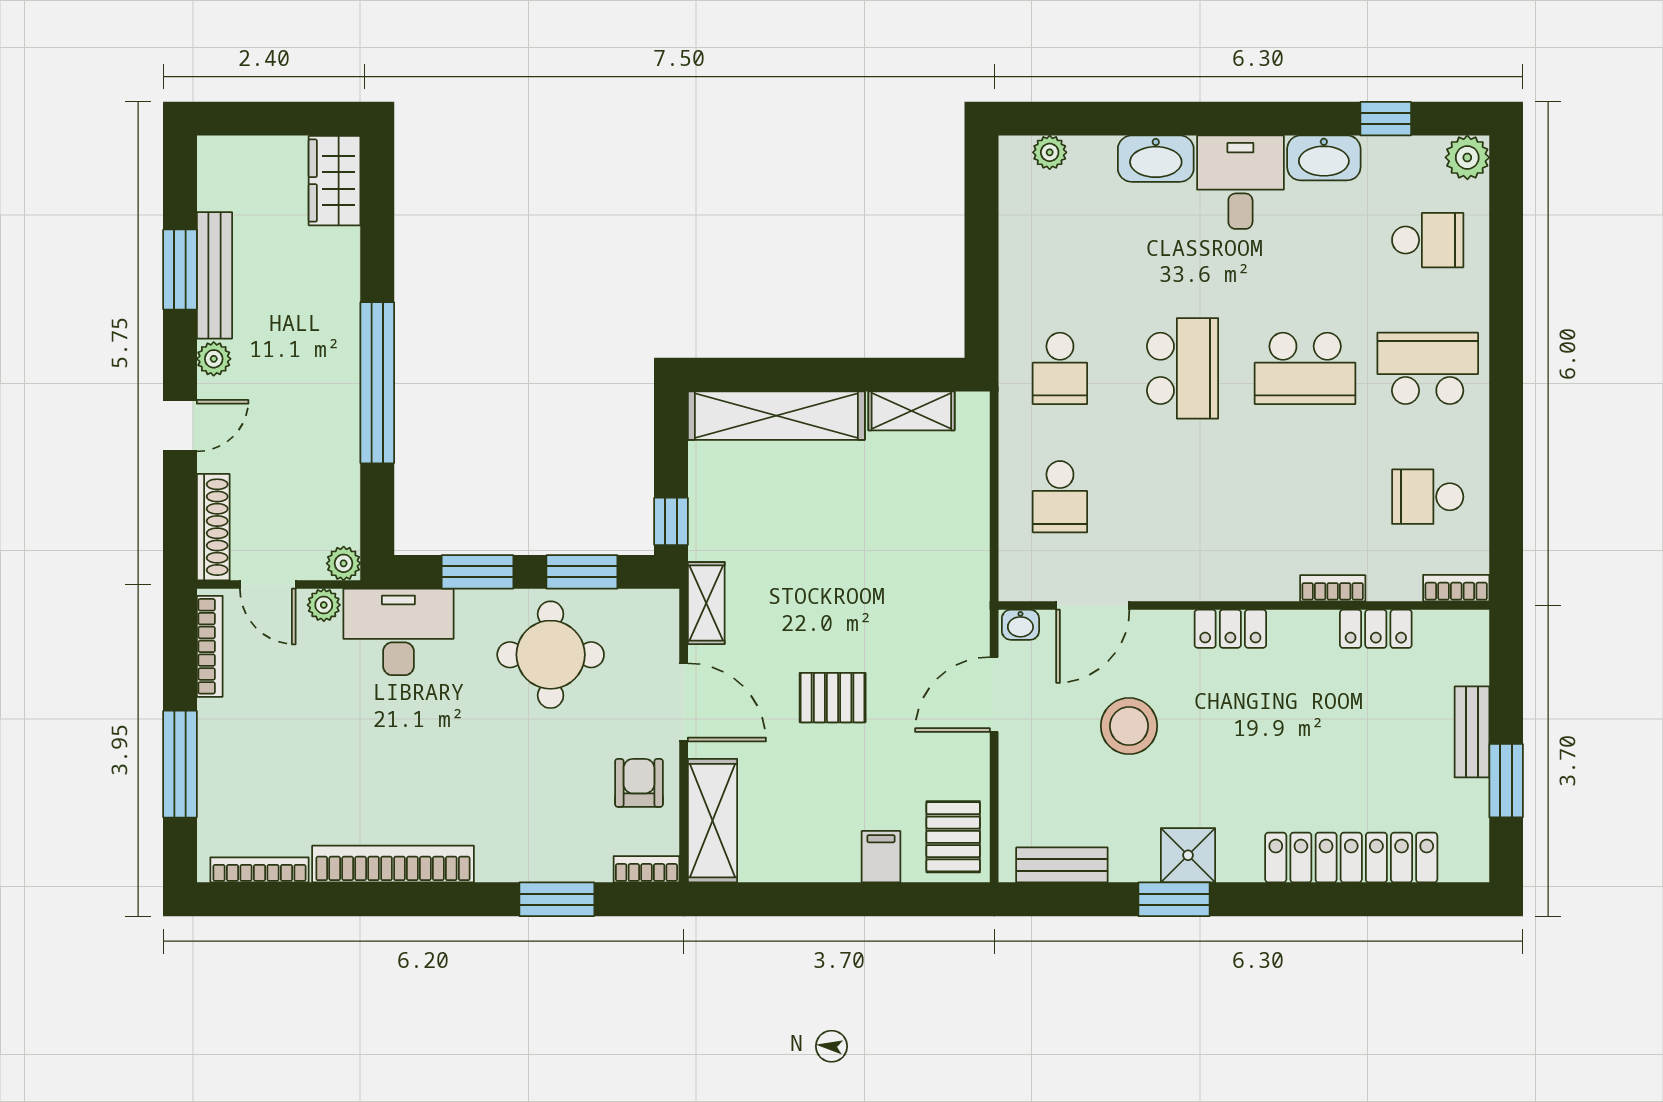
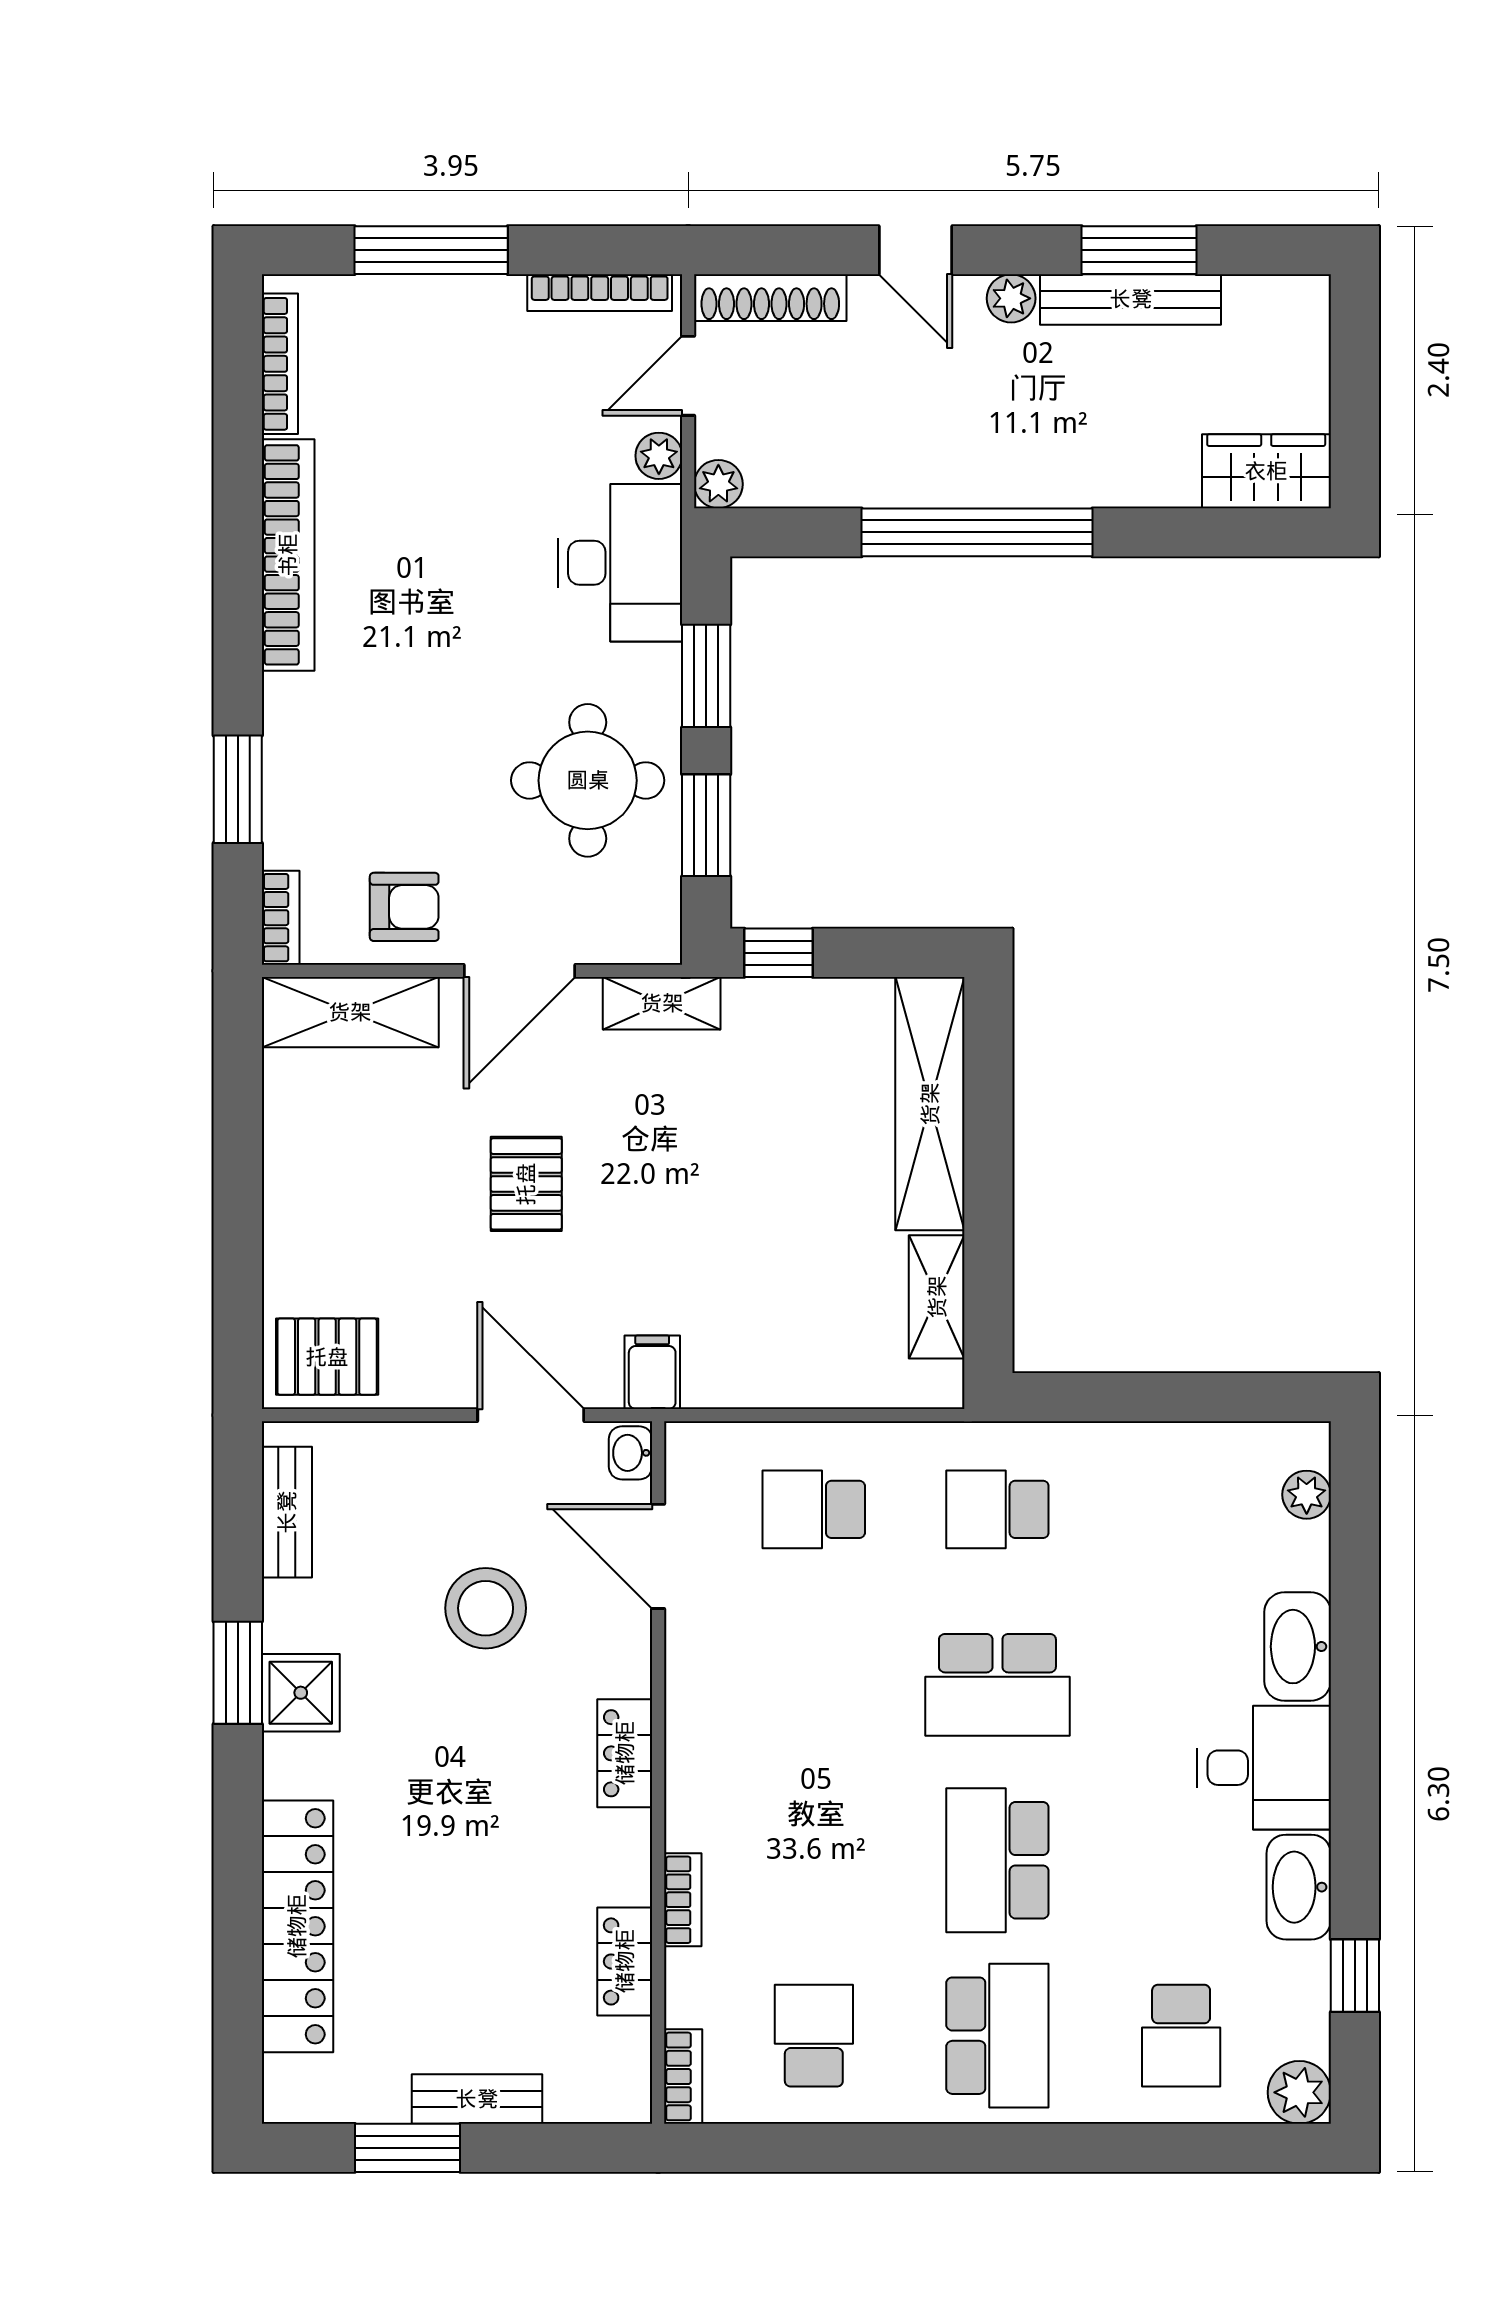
filing cabinet: (881, 857) -> (652, 1372), moved, turned -90

